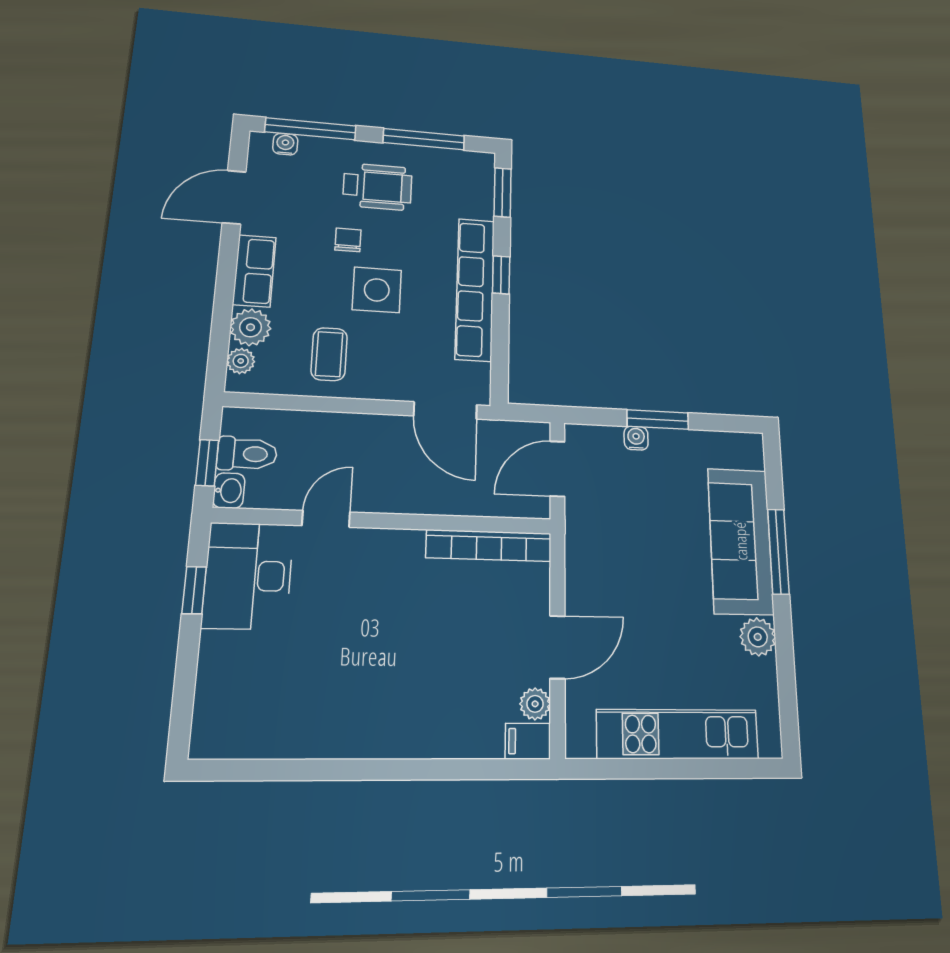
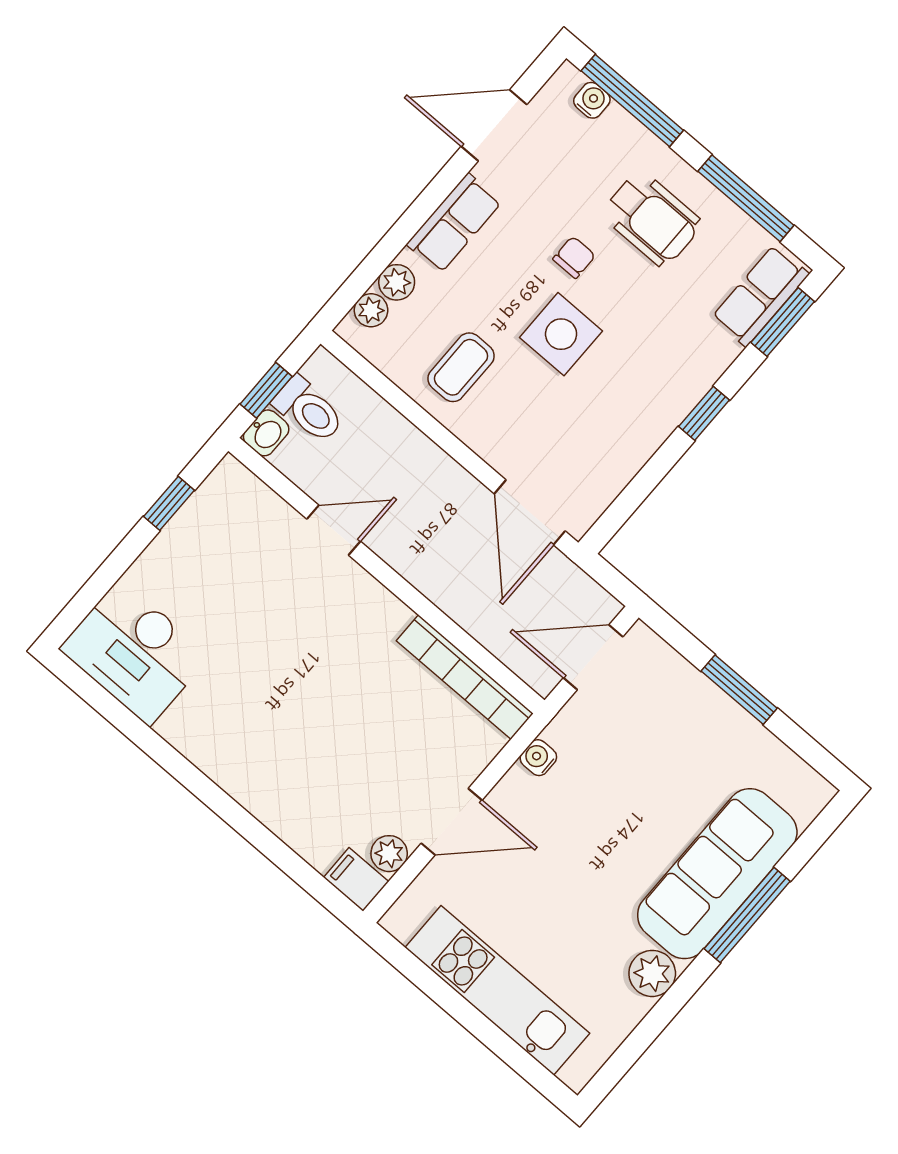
row of seats: (475, 289) -> (760, 296), moved, width x0.50
plant: (251, 327) -> (397, 282), width x0.73, depth x0.73
water cooler: (636, 438) -> (538, 758), moved, turned -90
desk: (248, 576) -> (135, 652), moved, turned -90

